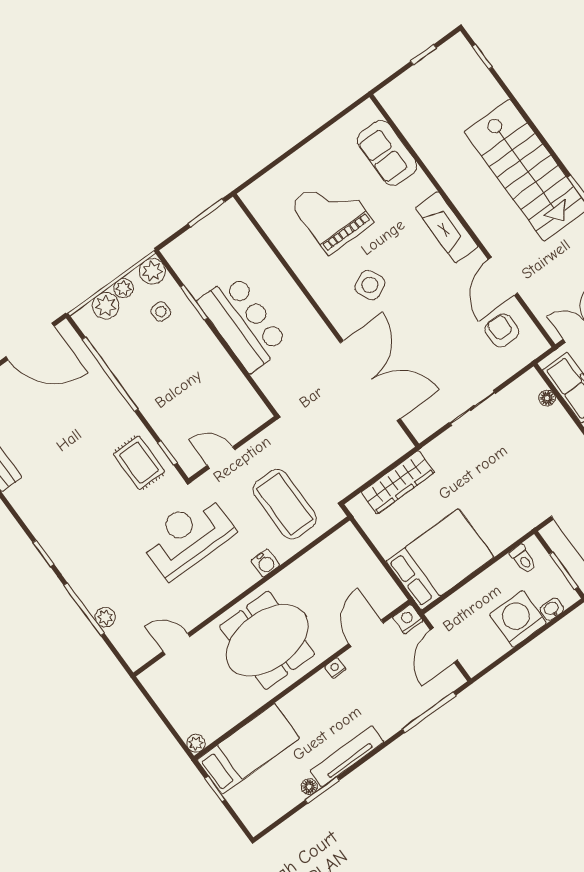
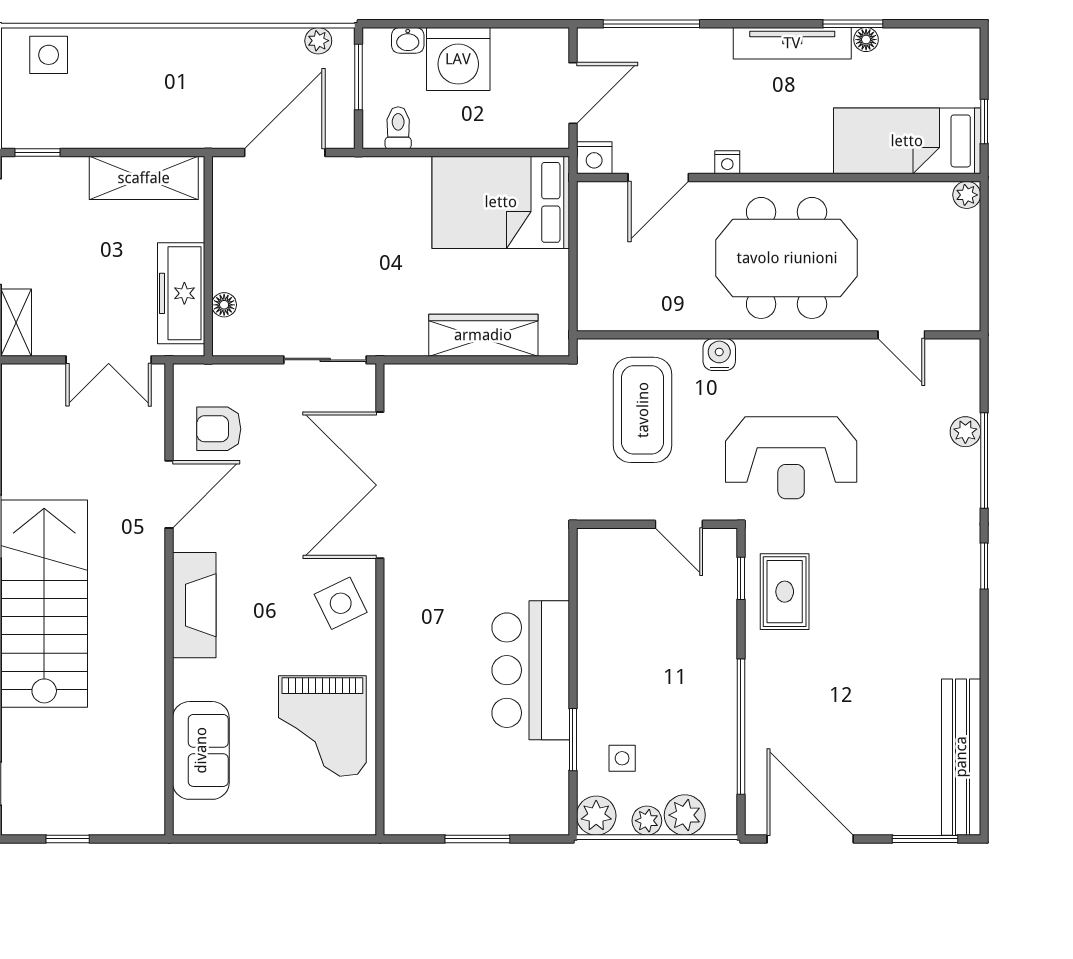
wall: (326, 320) -> (380, 599), moved
armchair: (502, 330) -> (219, 429), turned 90
double door: (370, 381) -> (380, 485), moved

